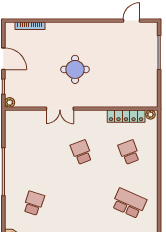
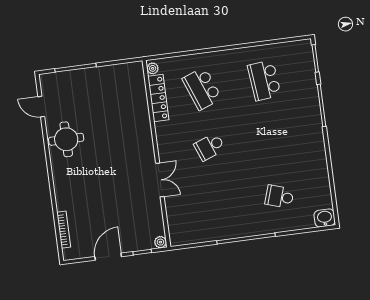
round table: (75, 69) -> (66, 139), moved
school desk: (129, 152) -> (202, 89), width x1.85
school desk: (129, 203) -> (264, 80), turned -30

